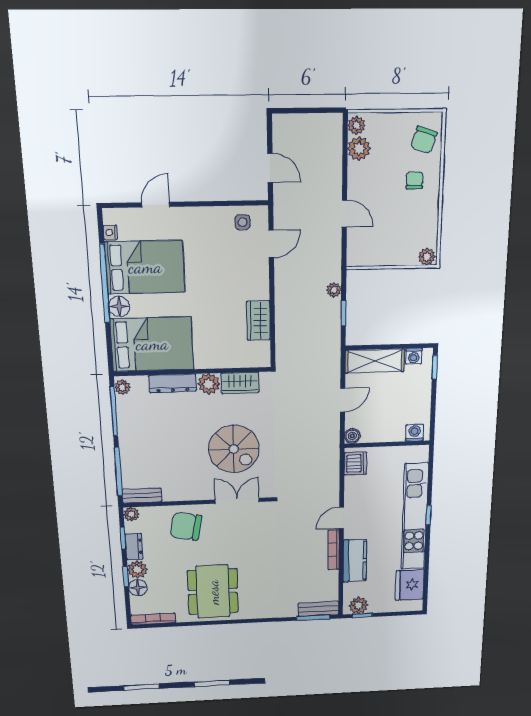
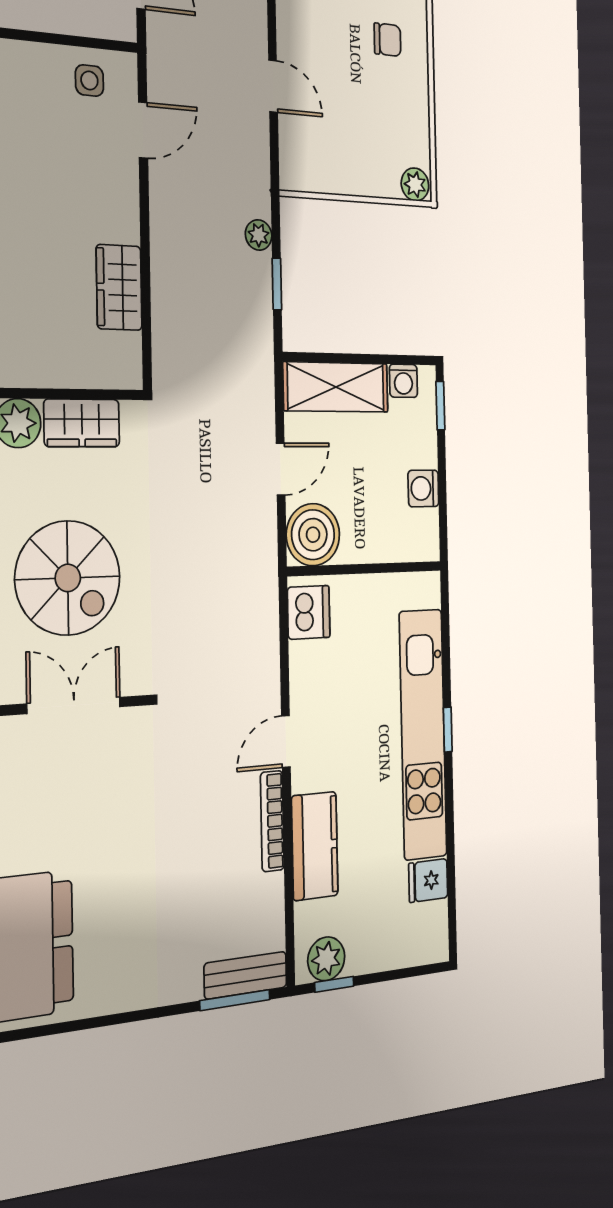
chair: (415, 180) -> (387, 40), turned 90
washing machine: (415, 433) -> (423, 488), moved, turned -90
boiler: (352, 436) -> (313, 535), width x1.86, depth x1.86
fridge: (410, 585) -> (428, 880), width x0.53, depth x0.75

